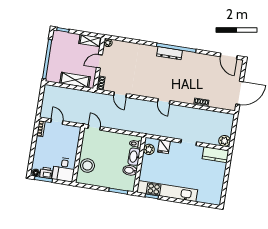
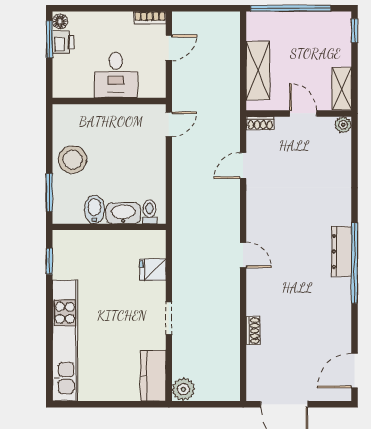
door: (164, 101) -> (243, 255), swing flipped
plant: (149, 149) -> (142, 241), removed
stool: (87, 166) -> (73, 160), moved
desk: (64, 169) -> (116, 75), moved, turned -90
kitchen unit: (167, 191) -> (65, 341), moved

